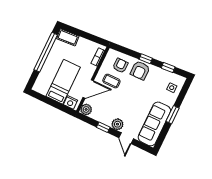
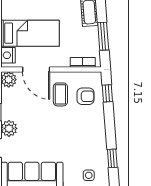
window: (87, 36) -> (103, 36), added
window: (146, 59) -> (107, 93), moved
armchair: (140, 70) -> (91, 124), removed

